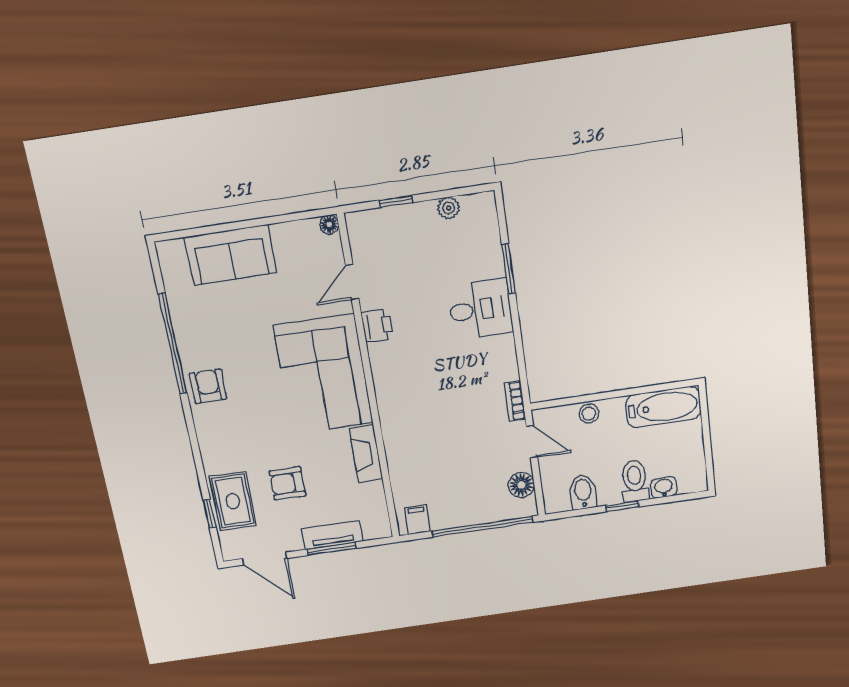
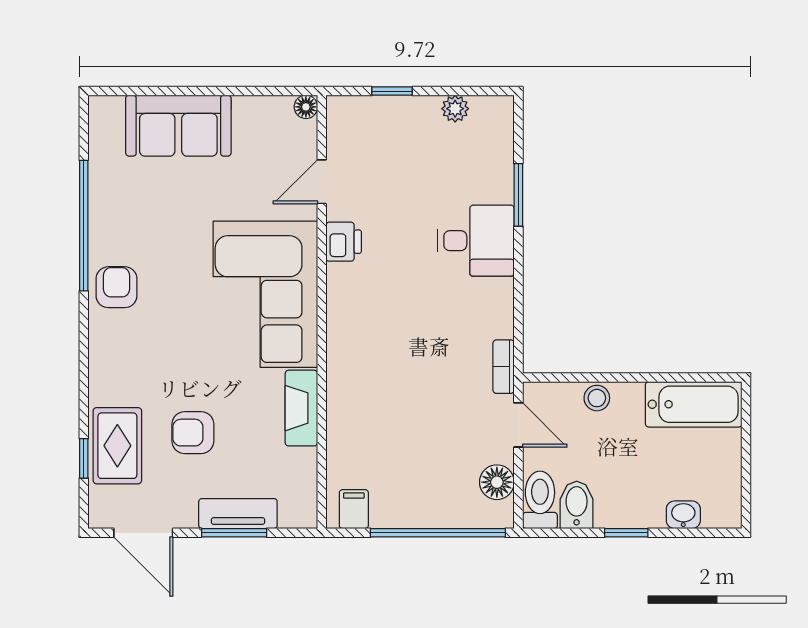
toilet: (635, 481) -> (540, 500), moved

